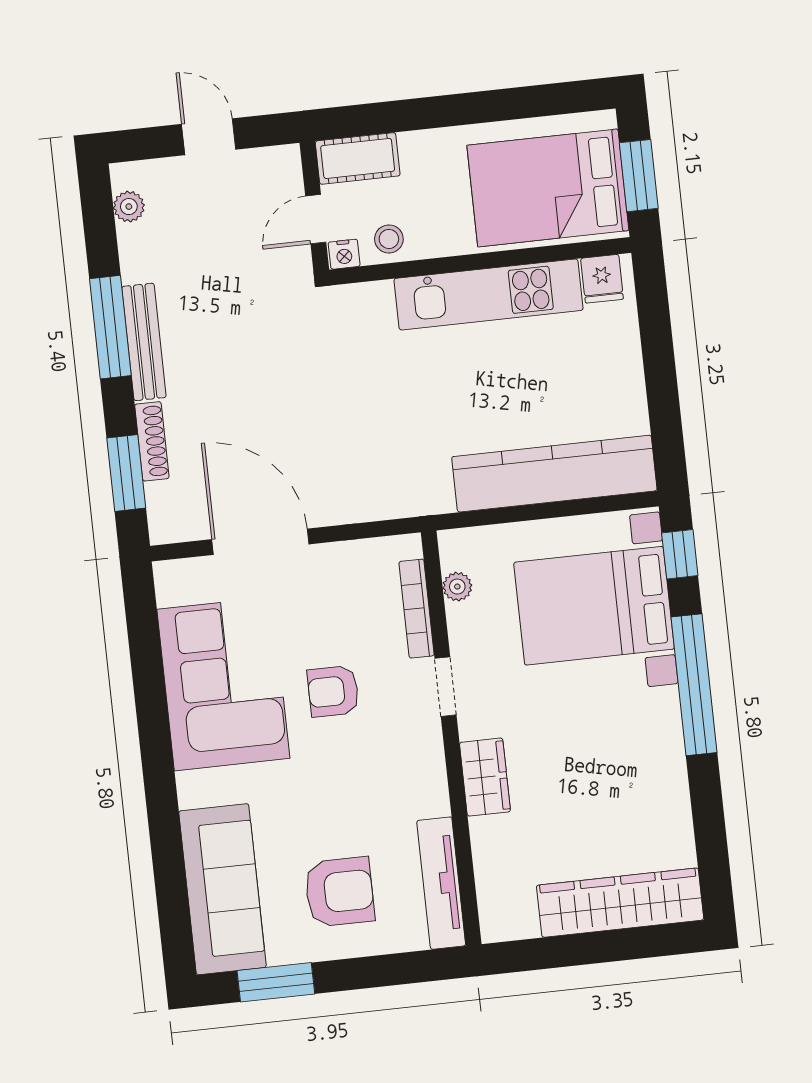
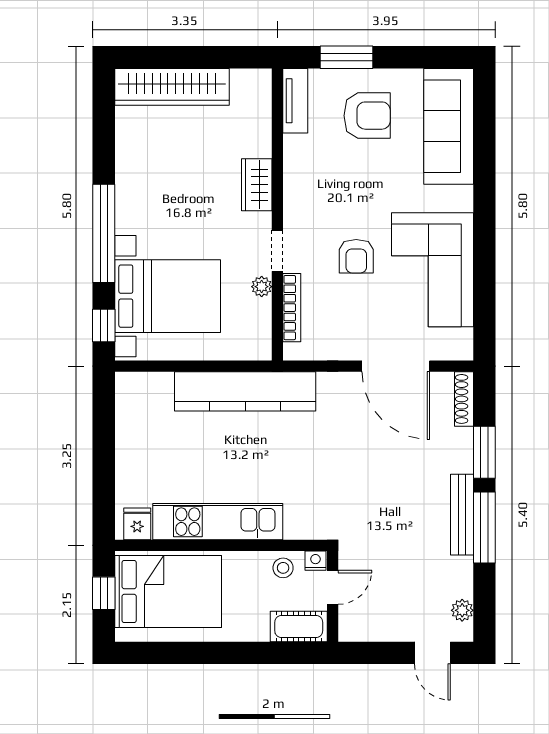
door: (209, 137) -> (432, 653), moved
window: (639, 176) -> (104, 593), width x0.67
shoe rack: (152, 441) -> (464, 399), moved
window: (126, 473) -> (484, 452), moved
kitchen counter: (554, 474) -> (245, 391), moved
plant: (457, 587) -> (262, 287), moved
armchair: (333, 691) -> (356, 256), turned 90
tv unit: (441, 883) -> (295, 101), width x0.71
armchair: (339, 892) -> (367, 116), turned 180
window: (276, 982) -> (347, 57), moved

